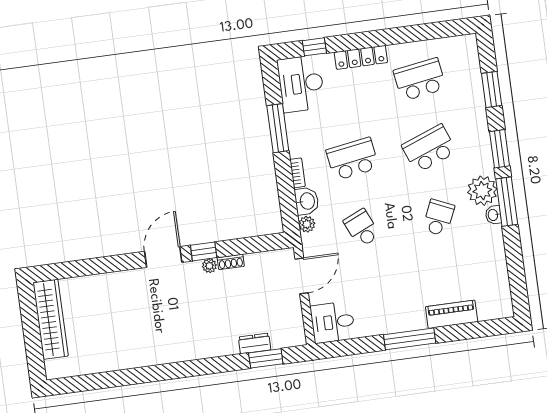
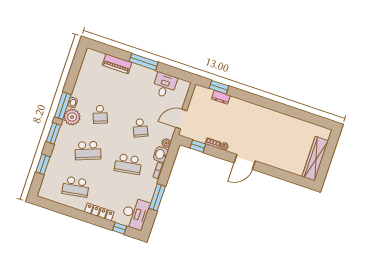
school desk: (438, 218) -> (100, 114), turned -45
window: (204, 251) -> (198, 146), moved
desk: (333, 322) -> (165, 85), moved, turned -90

